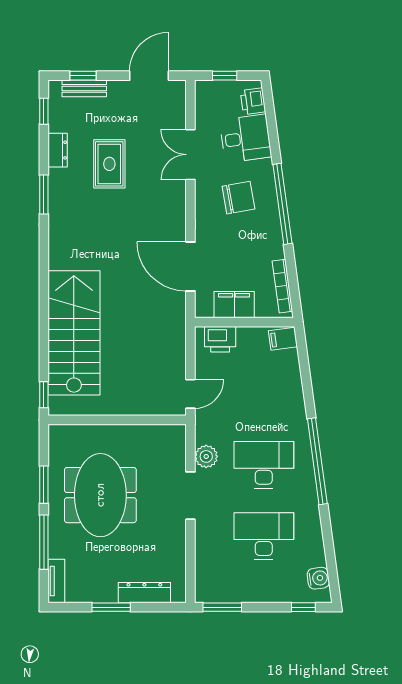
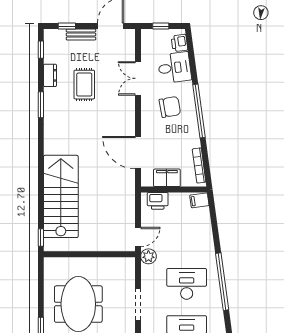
bench: (84, 88) -> (81, 34), moved
plant: (206, 456) -> (148, 256), moved
window: (44, 485) -> (41, 297), removed

